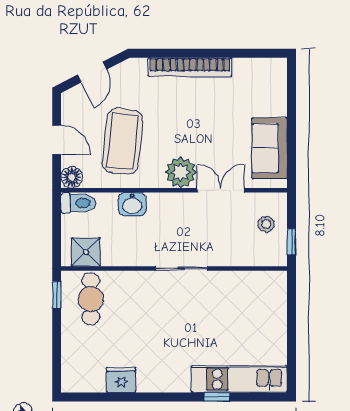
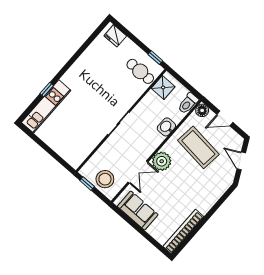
bookcase: (190, 67) -> (183, 232), moved
stool: (266, 224) -> (105, 179), width x1.89, depth x1.89
fridge: (121, 380) -> (115, 36), moved, turned 90

